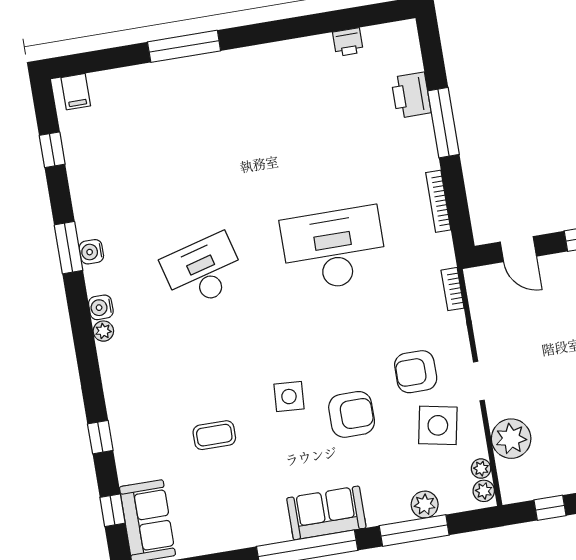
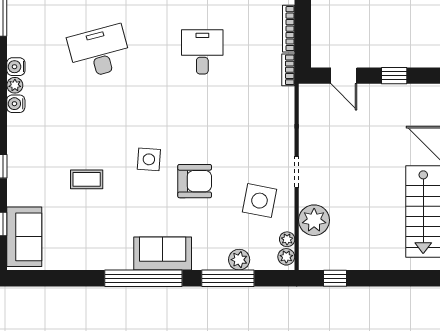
desk: (334, 249) -> (202, 52), width x0.53, depth x0.77
water cooler: (91, 252) -> (16, 104), moved
bookcase: (453, 289) -> (288, 70), moved
armchair: (416, 372) -> (249, 157), removed

